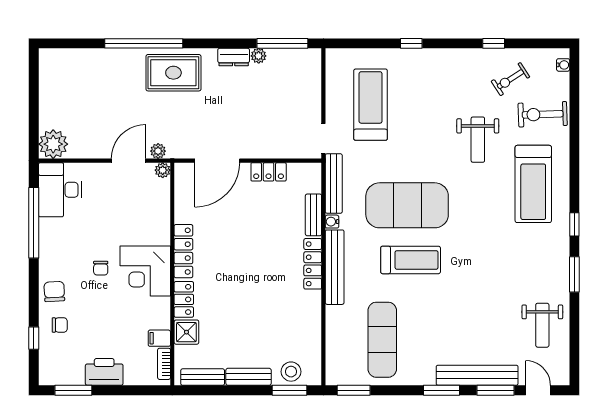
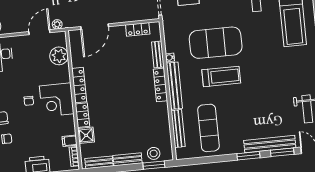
plant: (163, 170) -> (59, 56), moved, width x1.87, depth x1.87
locker: (269, 172) -> (138, 29), moved
bench: (334, 184) -> (178, 129), moved
window: (354, 390) -> (194, 161), removed

